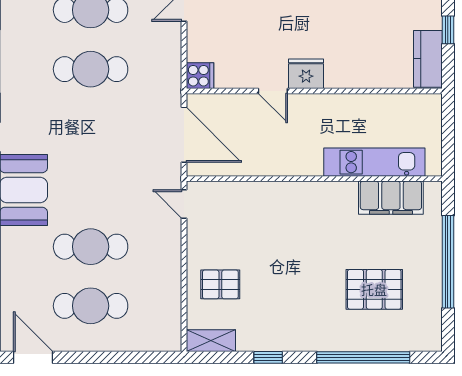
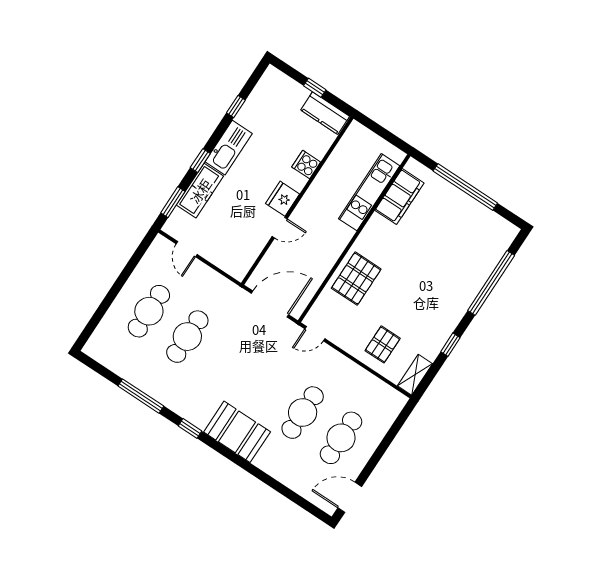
cooker: (200, 76) -> (306, 165), moved, turned -90
pallet: (374, 289) -> (356, 279), moved

